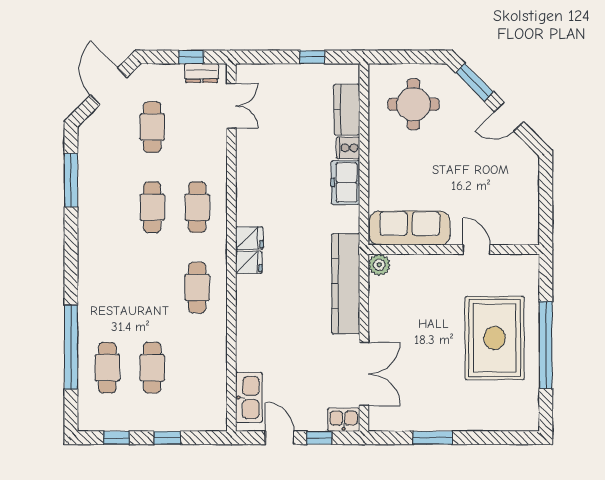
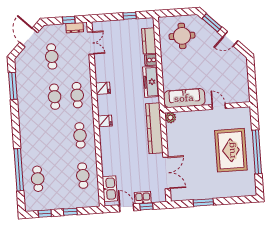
freezer: (345, 182) -> (151, 82), width x1.40
fridge: (249, 238) -> (103, 88), moved
cafe table: (152, 368) -> (83, 176), moved
kitchen sink: (344, 420) -> (143, 198), moved

